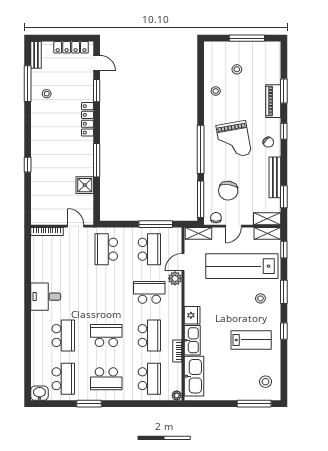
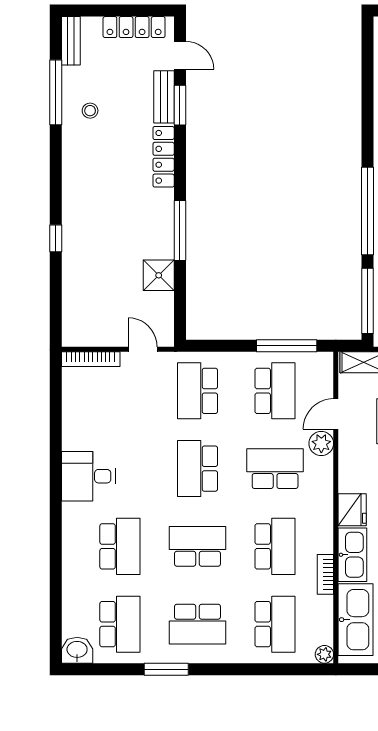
bench: (88, 86) -> (164, 97), added
school desk: (106, 292) -> (197, 469), added

